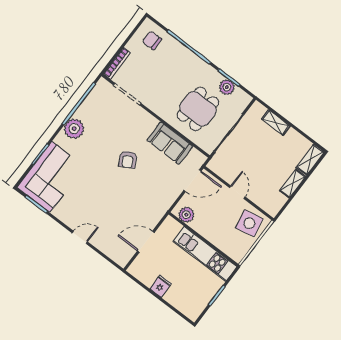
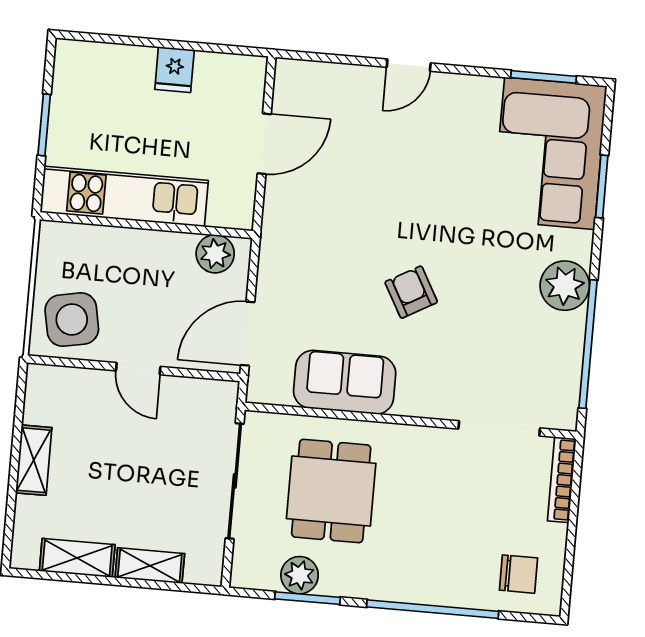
shelving: (310, 160) -> (77, 558), moved, turned 90

